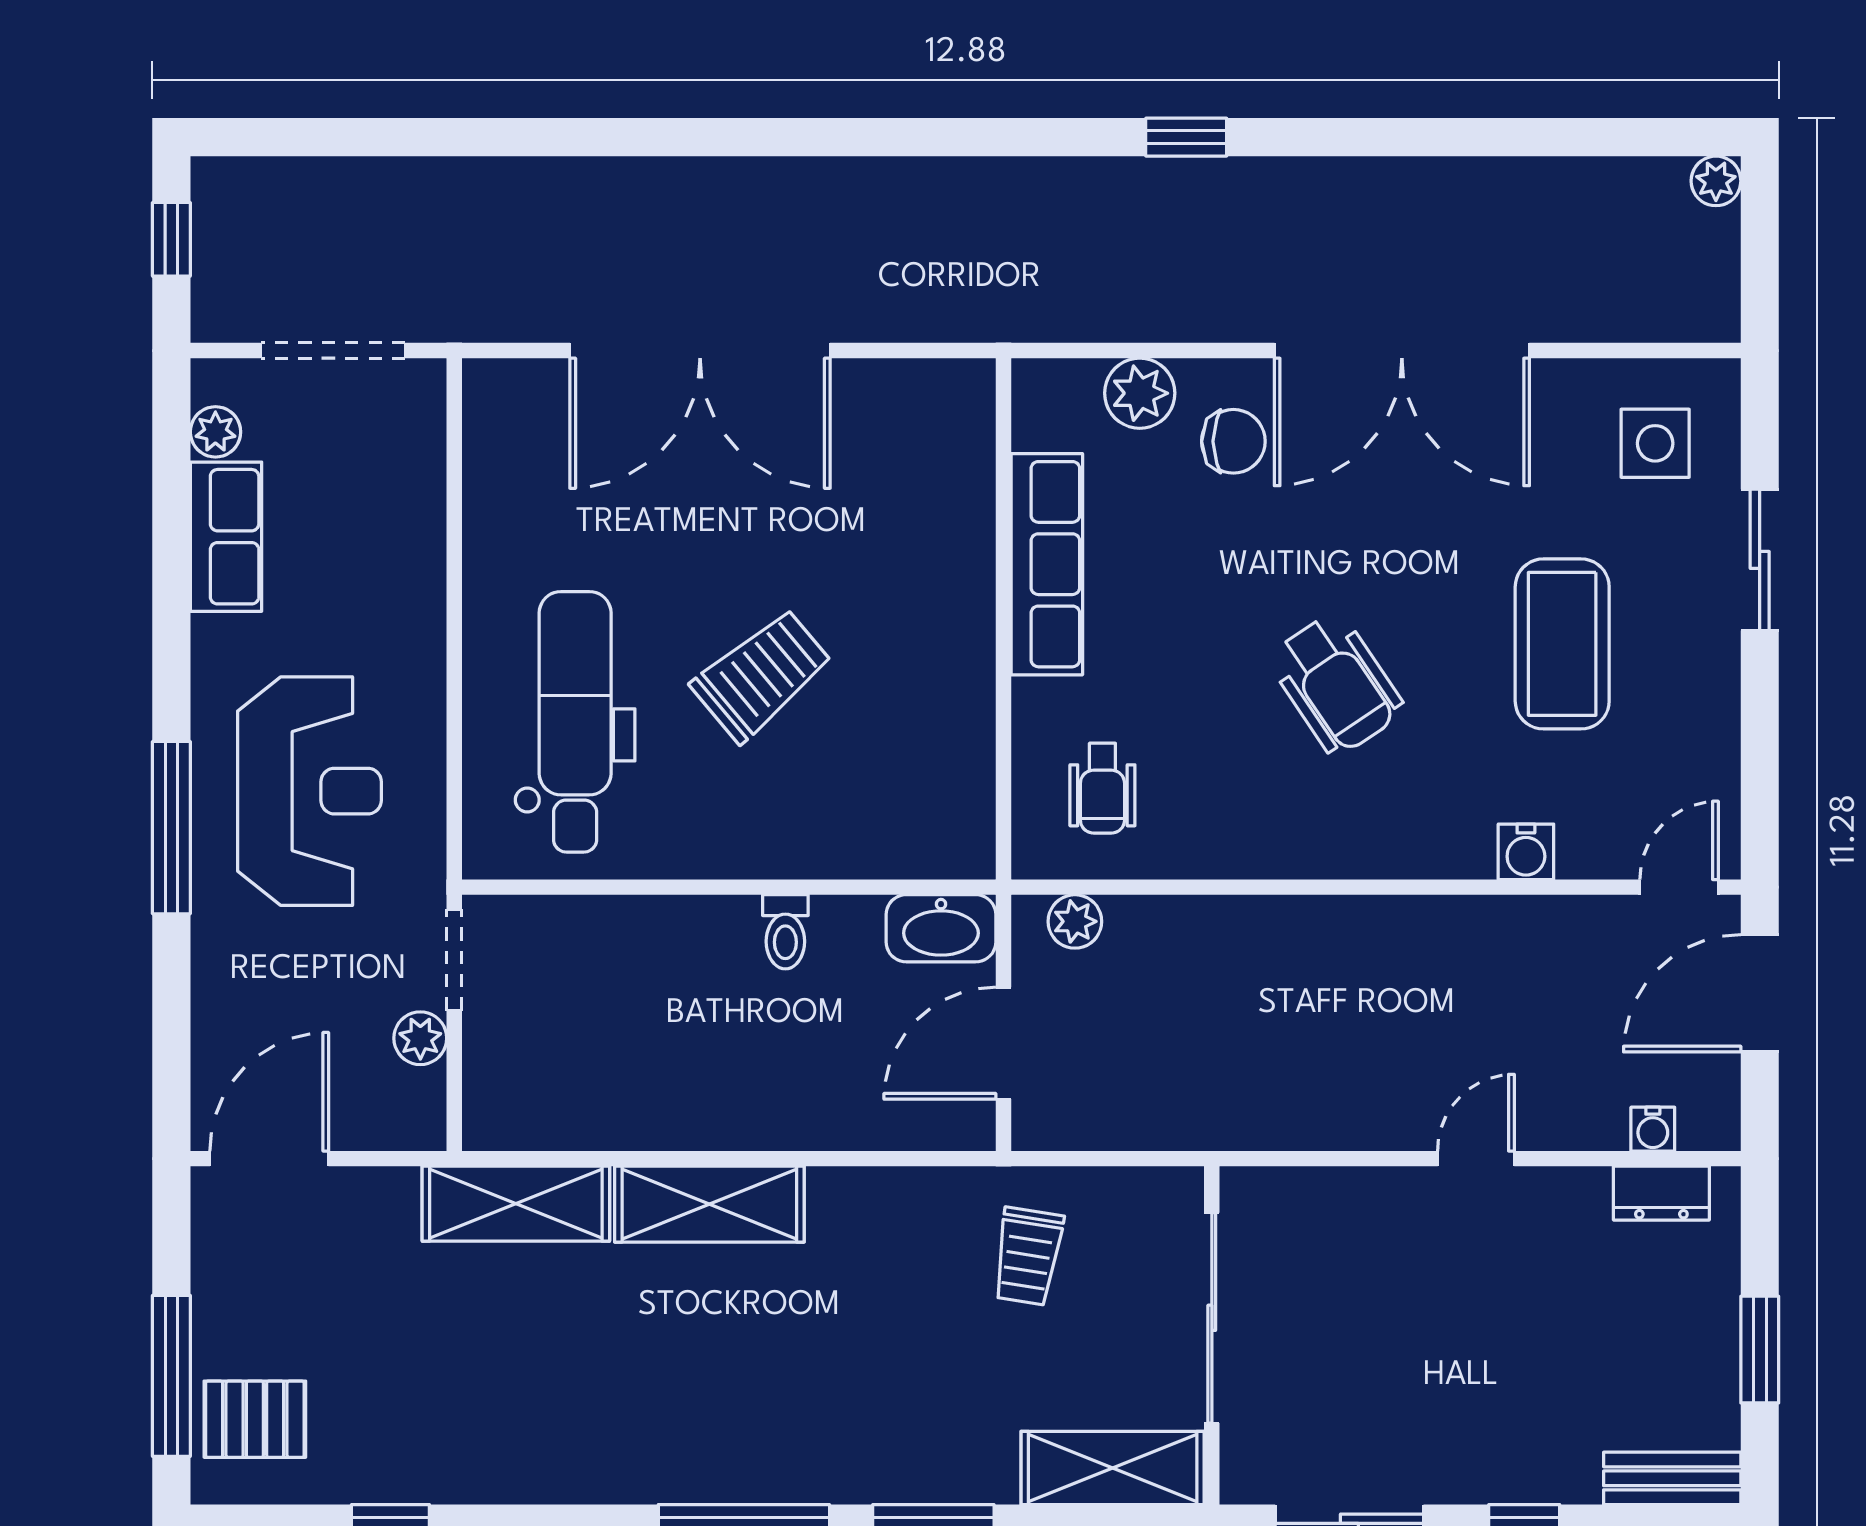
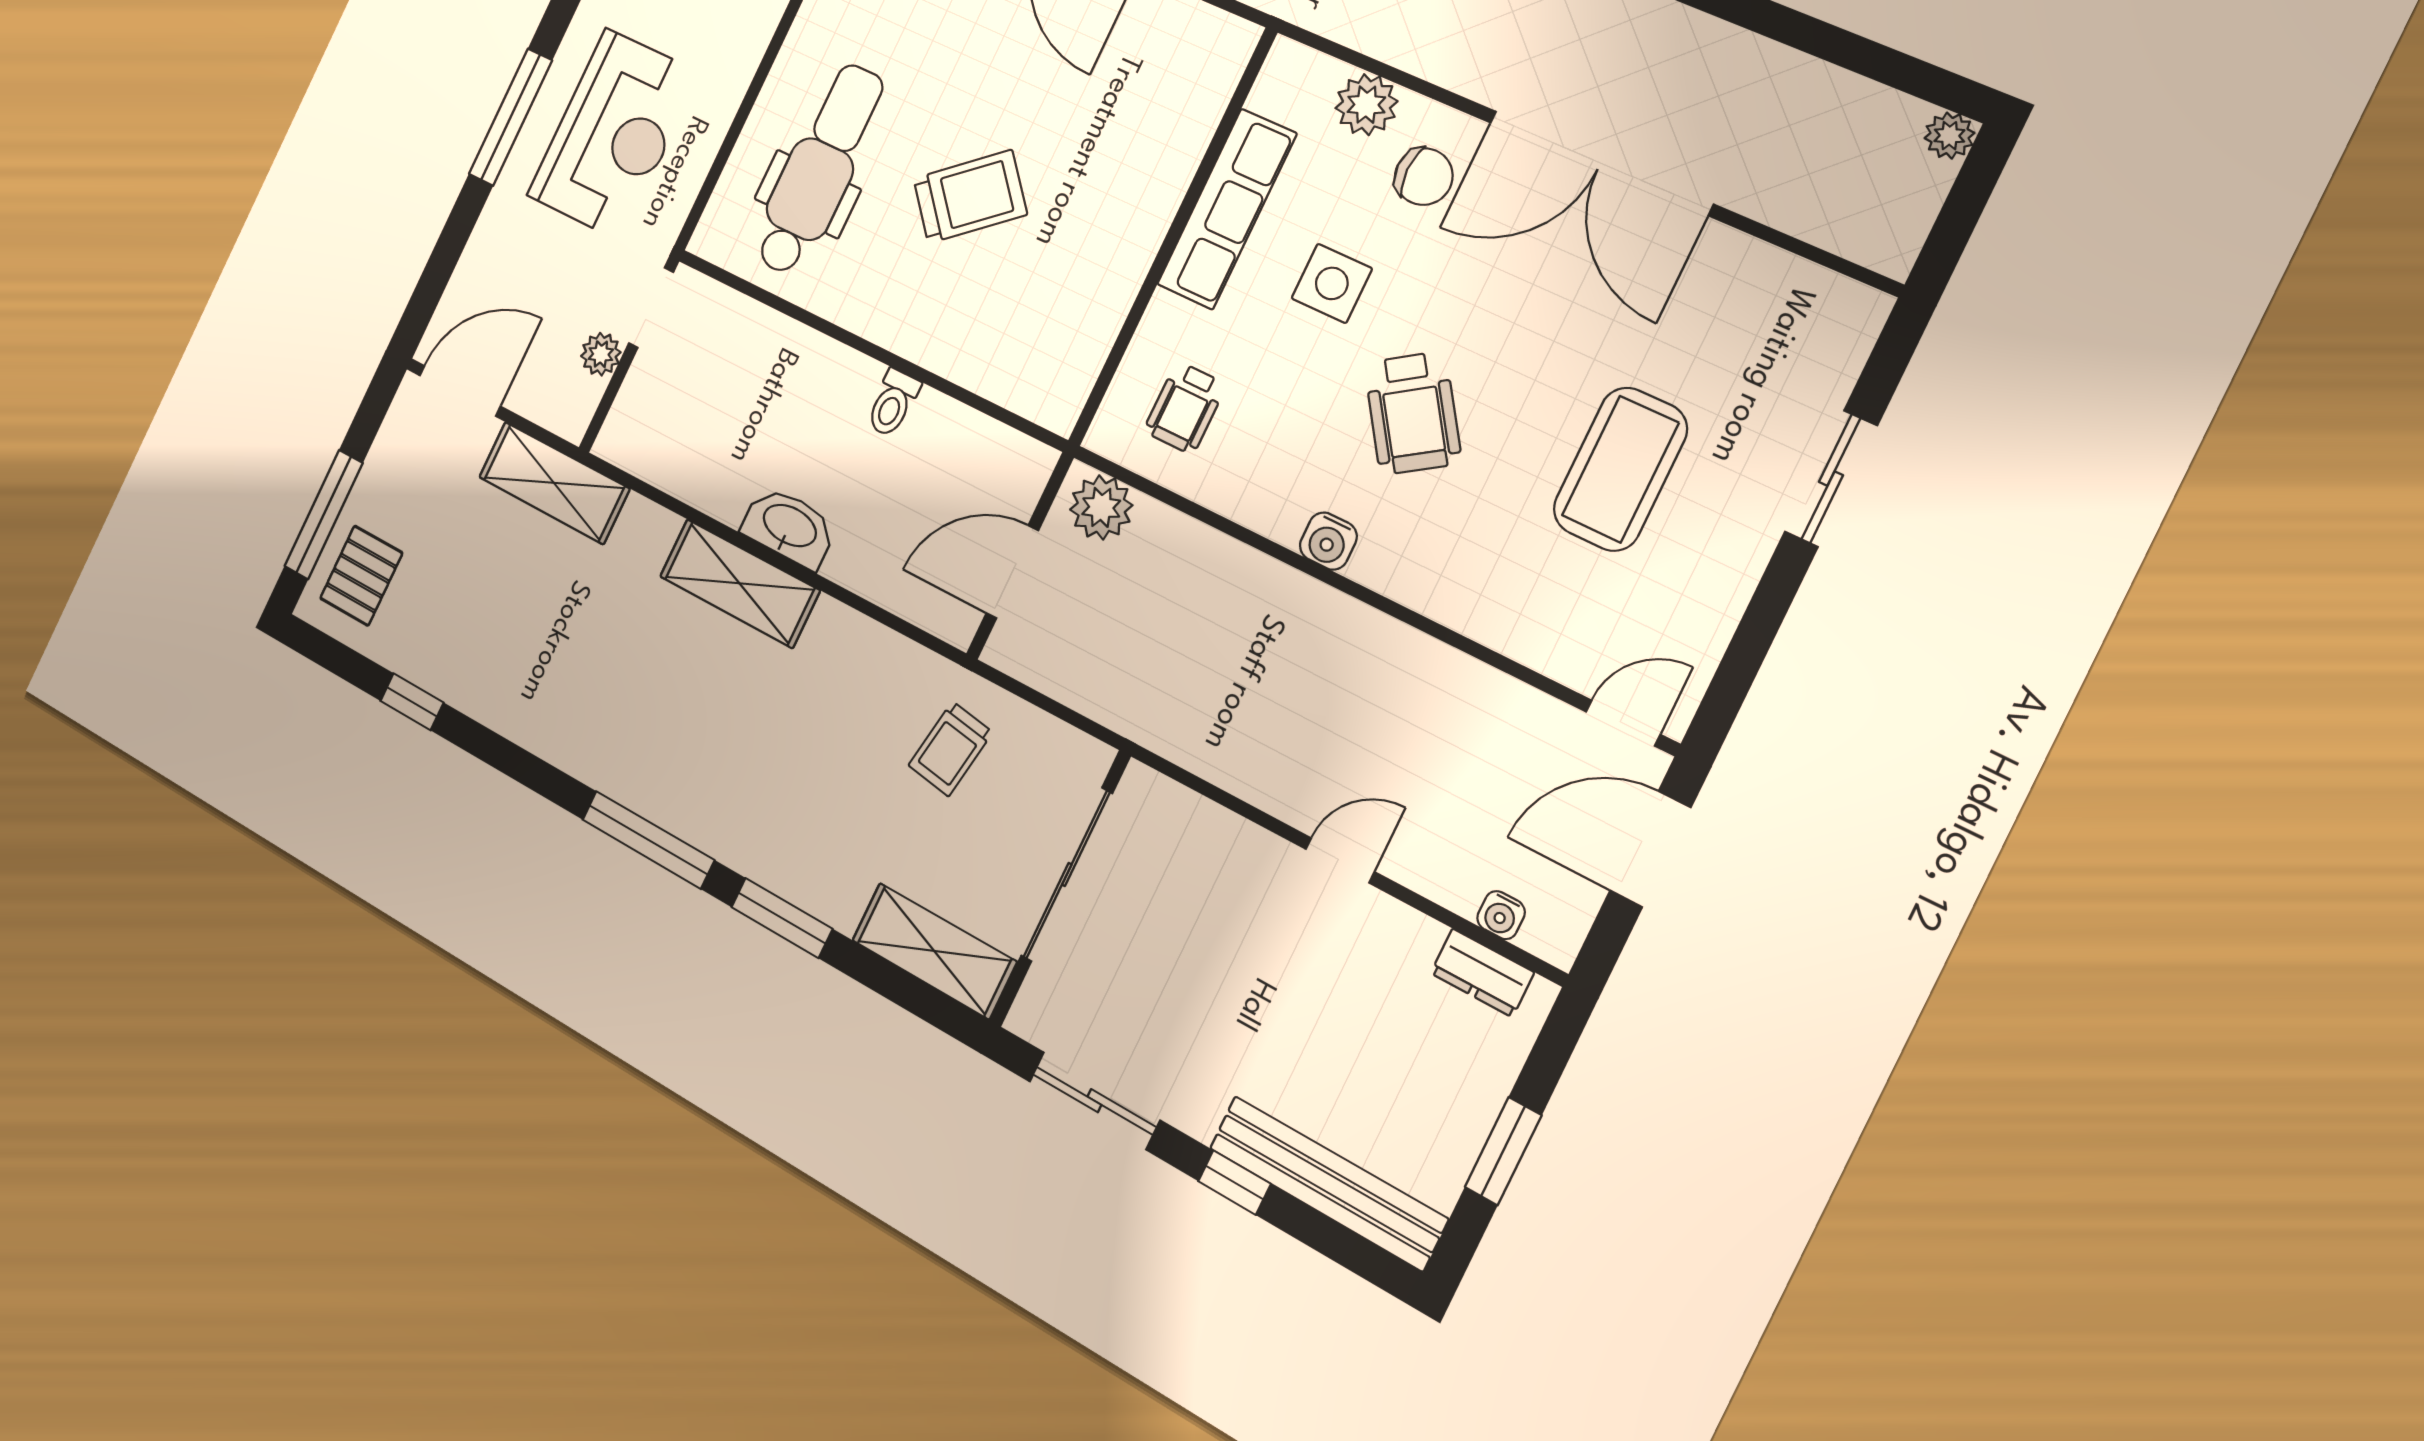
side table: (1655, 443) -> (1332, 283), moved
water cooler: (1526, 852) -> (1328, 541), moved
plant: (1075, 921) -> (1101, 507), width x1.38, depth x1.38
washbasin: (941, 928) -> (789, 527), moved, turned 180
shelving: (516, 1204) -> (554, 483), moved
pallet: (255, 1419) -> (361, 576), turned 90
bench: (1672, 1478) -> (1328, 1183), width x1.86, depth x1.21

